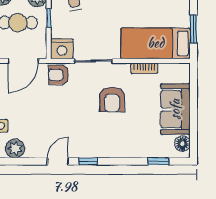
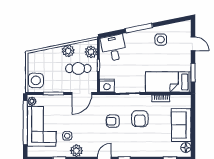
armchair: (59, 75) -> (113, 121), moved

